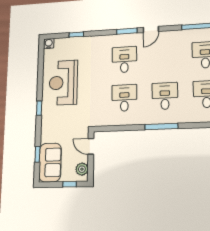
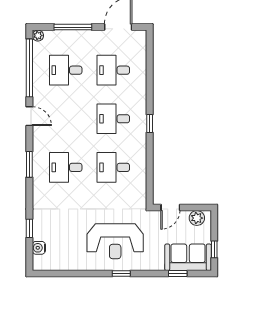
door: (151, 29) -> (29, 116), moved
water cooler: (49, 44) -> (39, 248), moved
reception desk: (63, 83) -> (115, 241), moved
window: (161, 127) -> (150, 123), width x0.46
window: (70, 184) -> (214, 249), moved

